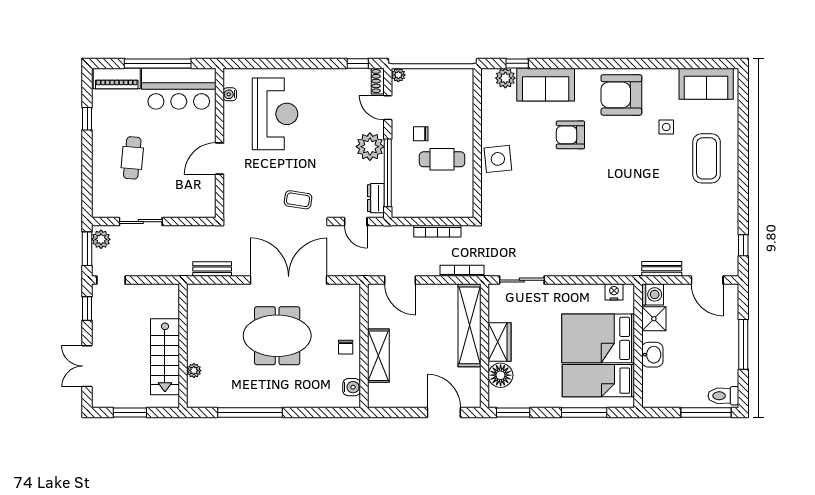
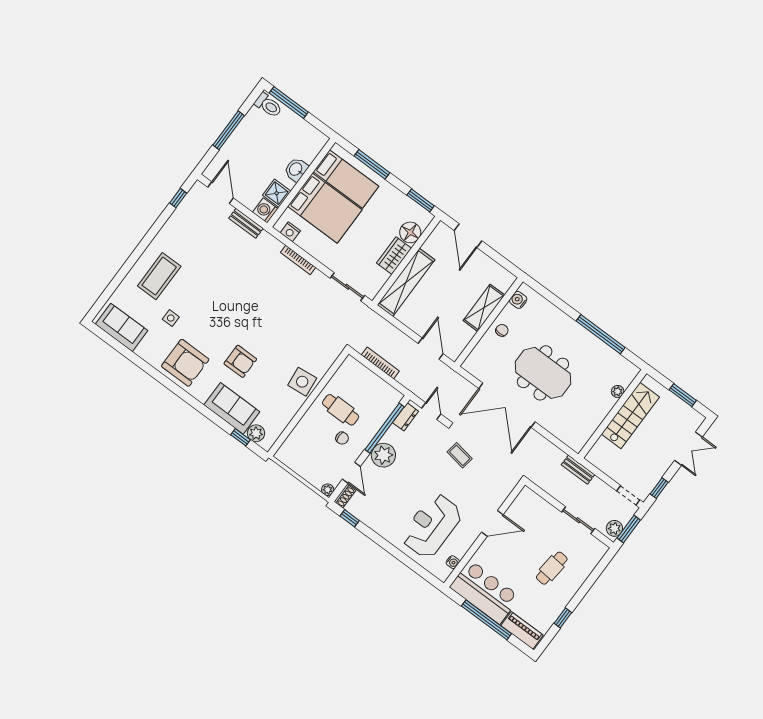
bench: (212, 269) -> (578, 470), moved
bookcase: (462, 271) -> (298, 260), moved

